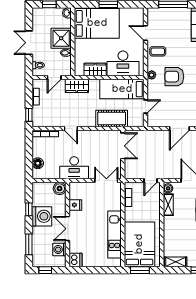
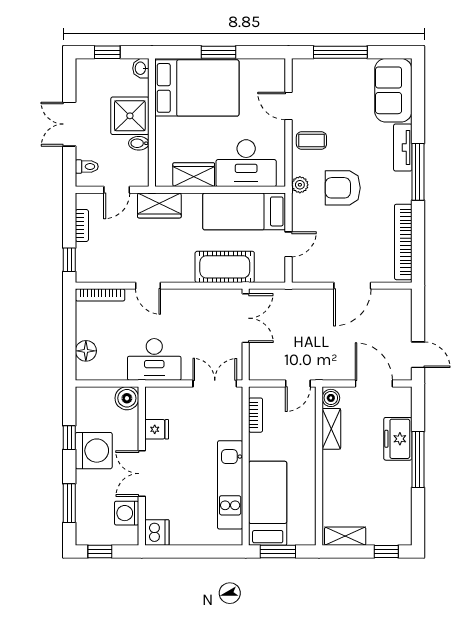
bed: (139, 244) -> (268, 503), width x0.67

